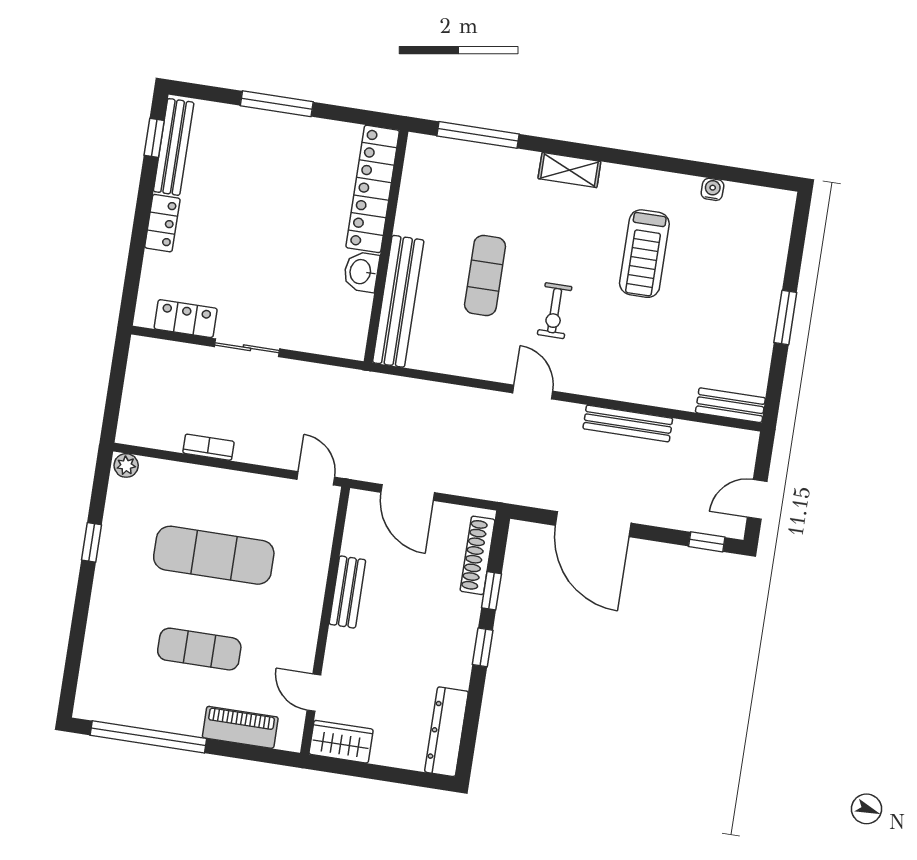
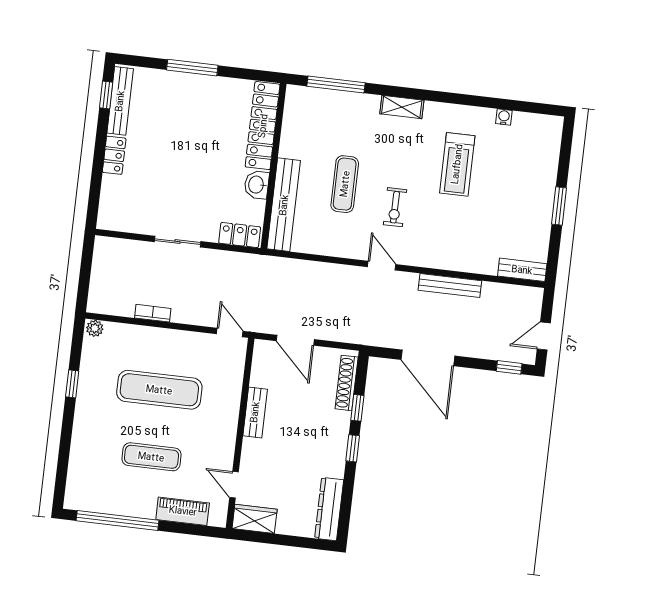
locker: (186, 319) -> (240, 235), moved

